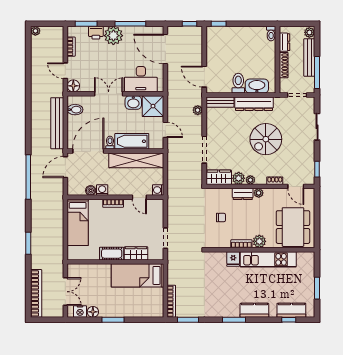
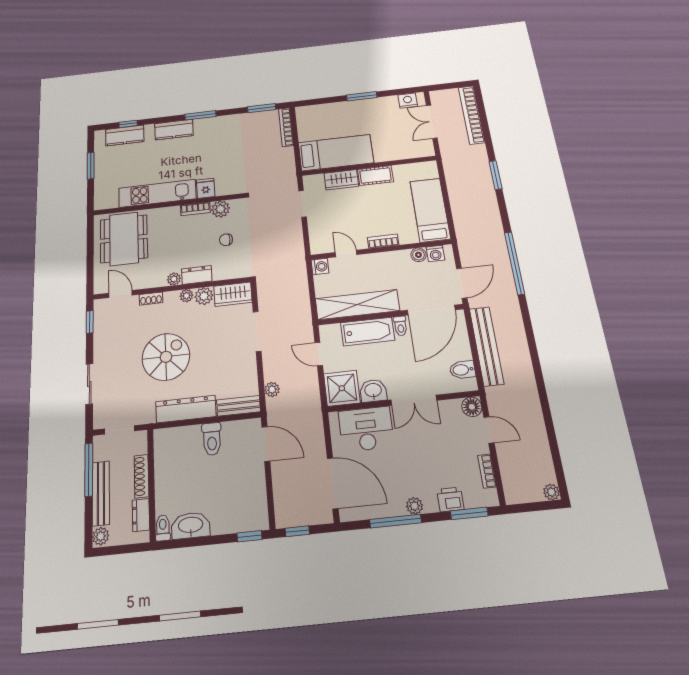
plant: (113, 36) -> (414, 506), width x0.53, depth x0.53
washbasin: (257, 86) -> (191, 525), moved, turned 180
washing machine: (102, 190) -> (435, 254), moved
plant: (259, 241) -> (220, 209), moved
floor lamp: (93, 312) -> (390, 102), removed

